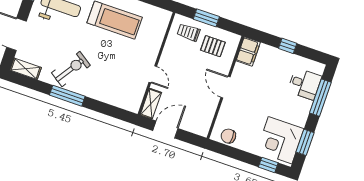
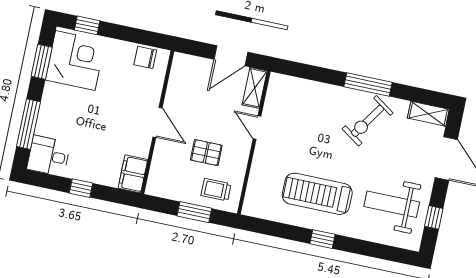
trolley: (189, 32) -> (216, 190), turned 180
pallet: (213, 46) -> (206, 153), moved
desk: (305, 84) -> (49, 156), moved
chair: (228, 136) -> (145, 57), turned 180

